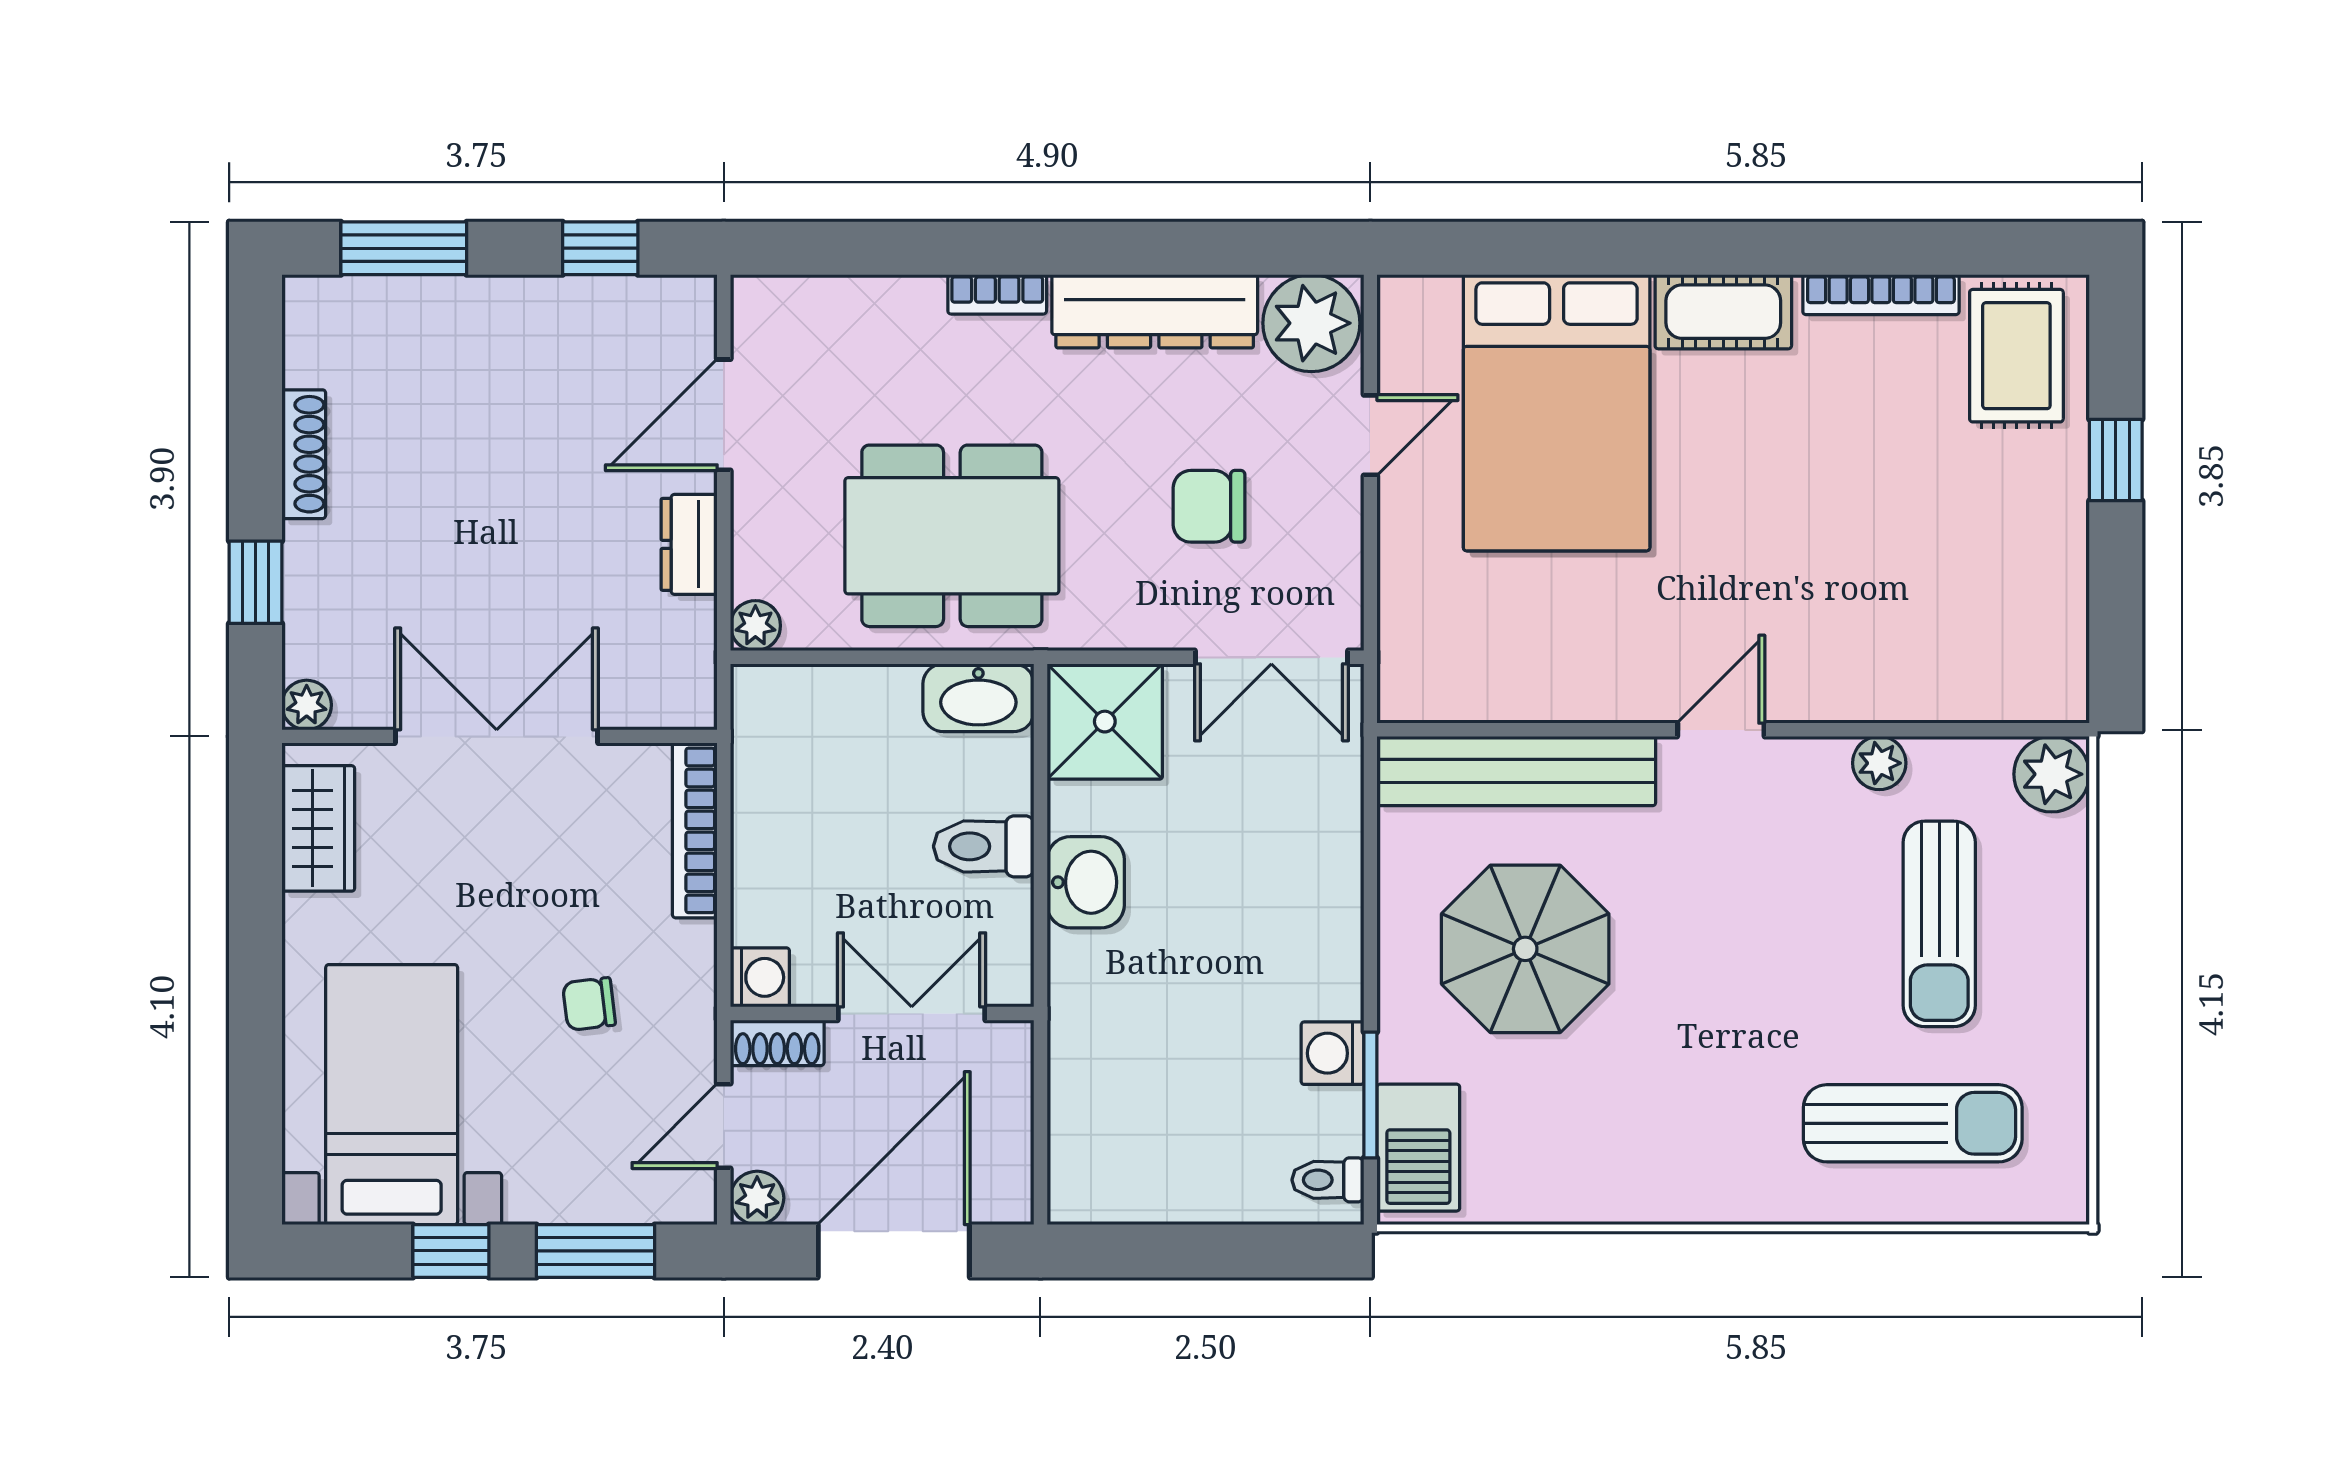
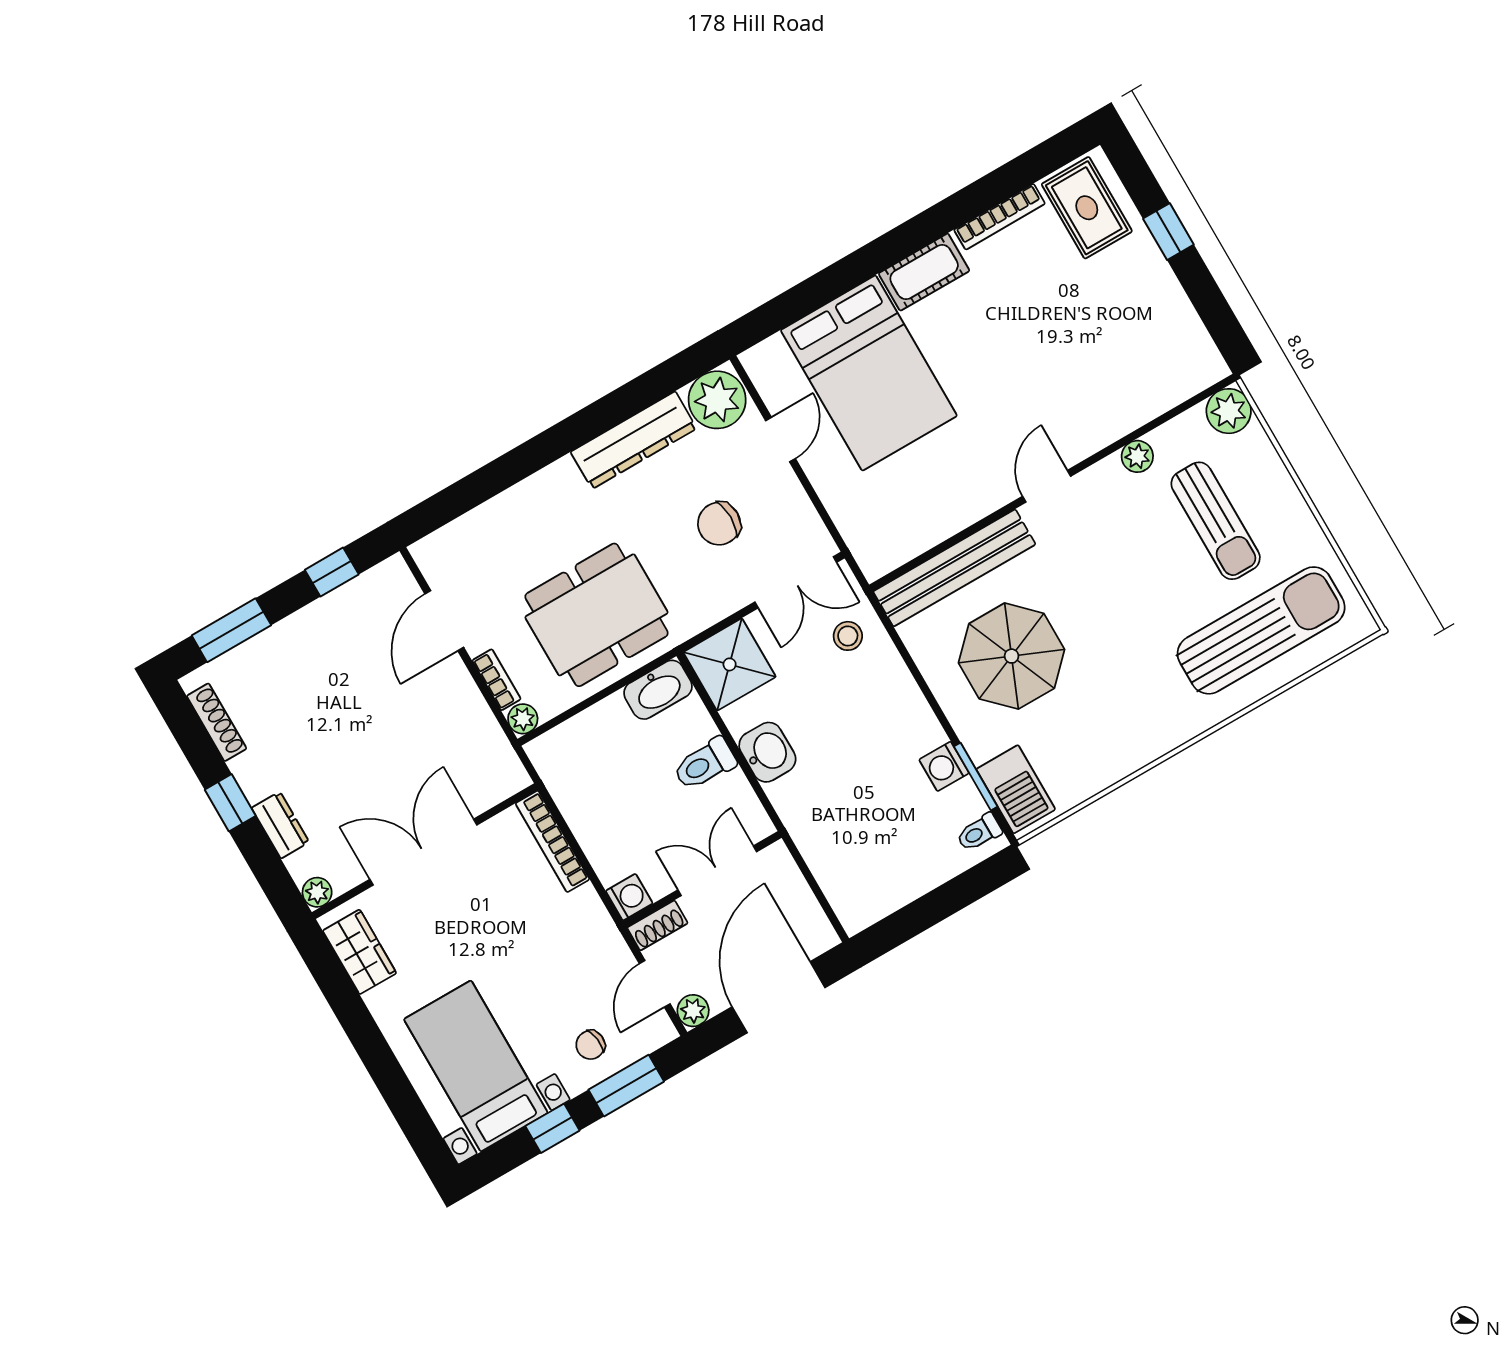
bookcase: (997, 294) -> (496, 680), moved, turned -90
shoe rack: (304, 454) -> (217, 722), moved
dresser: (689, 544) -> (280, 825), moved, turned 180
window: (255, 582) -> (230, 803), moved
stool: (1302, 780) -> (848, 636), added
chair: (589, 1004) -> (590, 1045), moved
sun lounger: (1913, 1123) -> (1261, 630), width x1.36, depth x1.34

